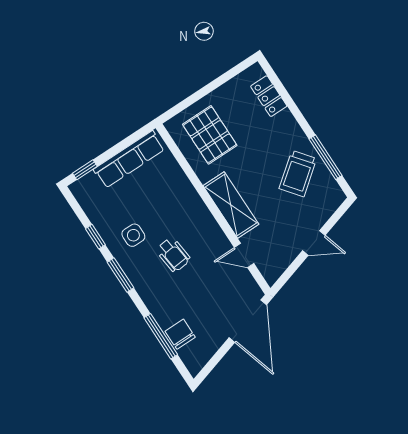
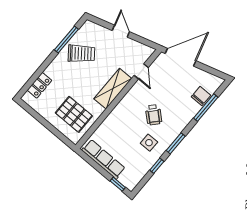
pallet: (210, 135) -> (74, 114), turned 90
wheelchair: (173, 255) -> (154, 115), turned 138
chair: (180, 334) -> (201, 96), turned 180

